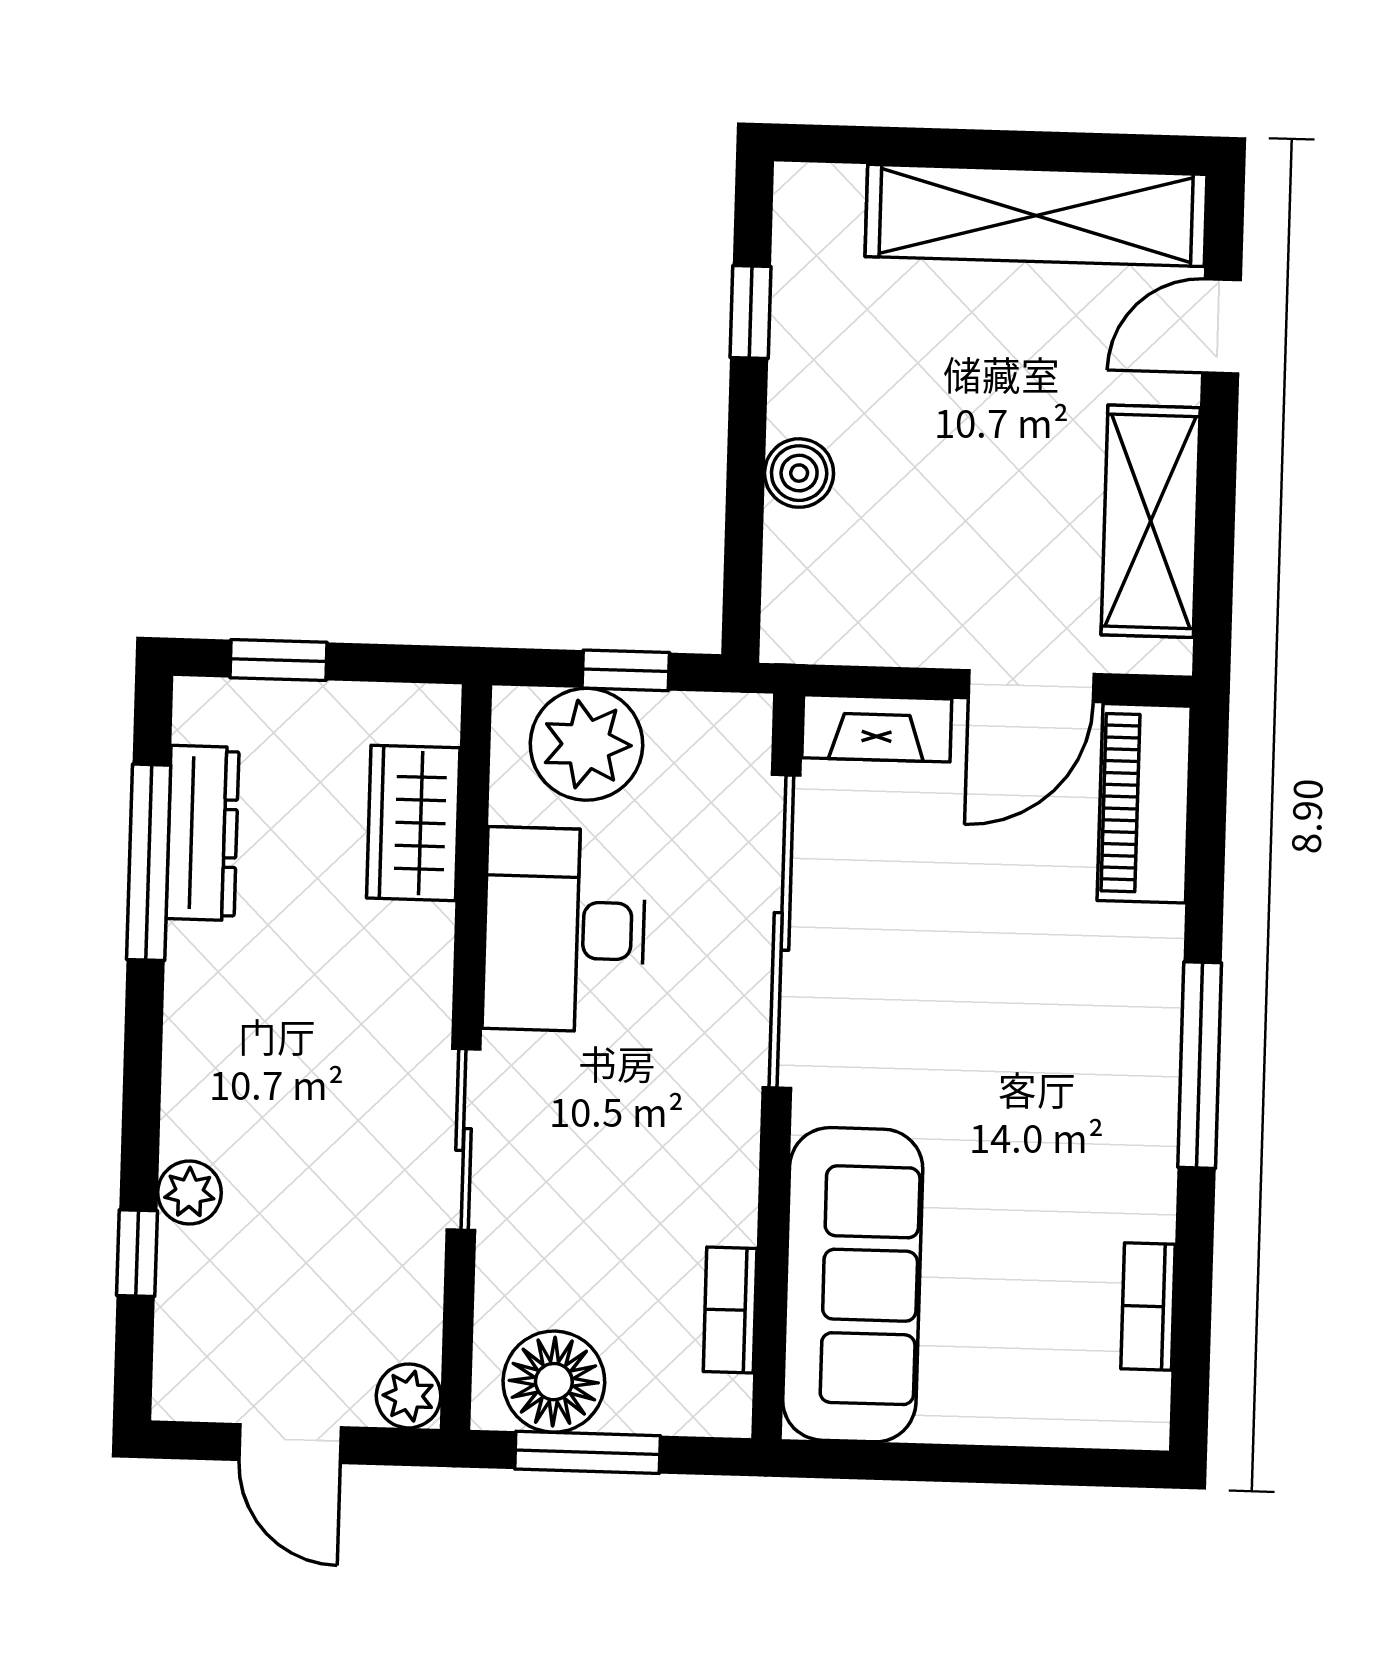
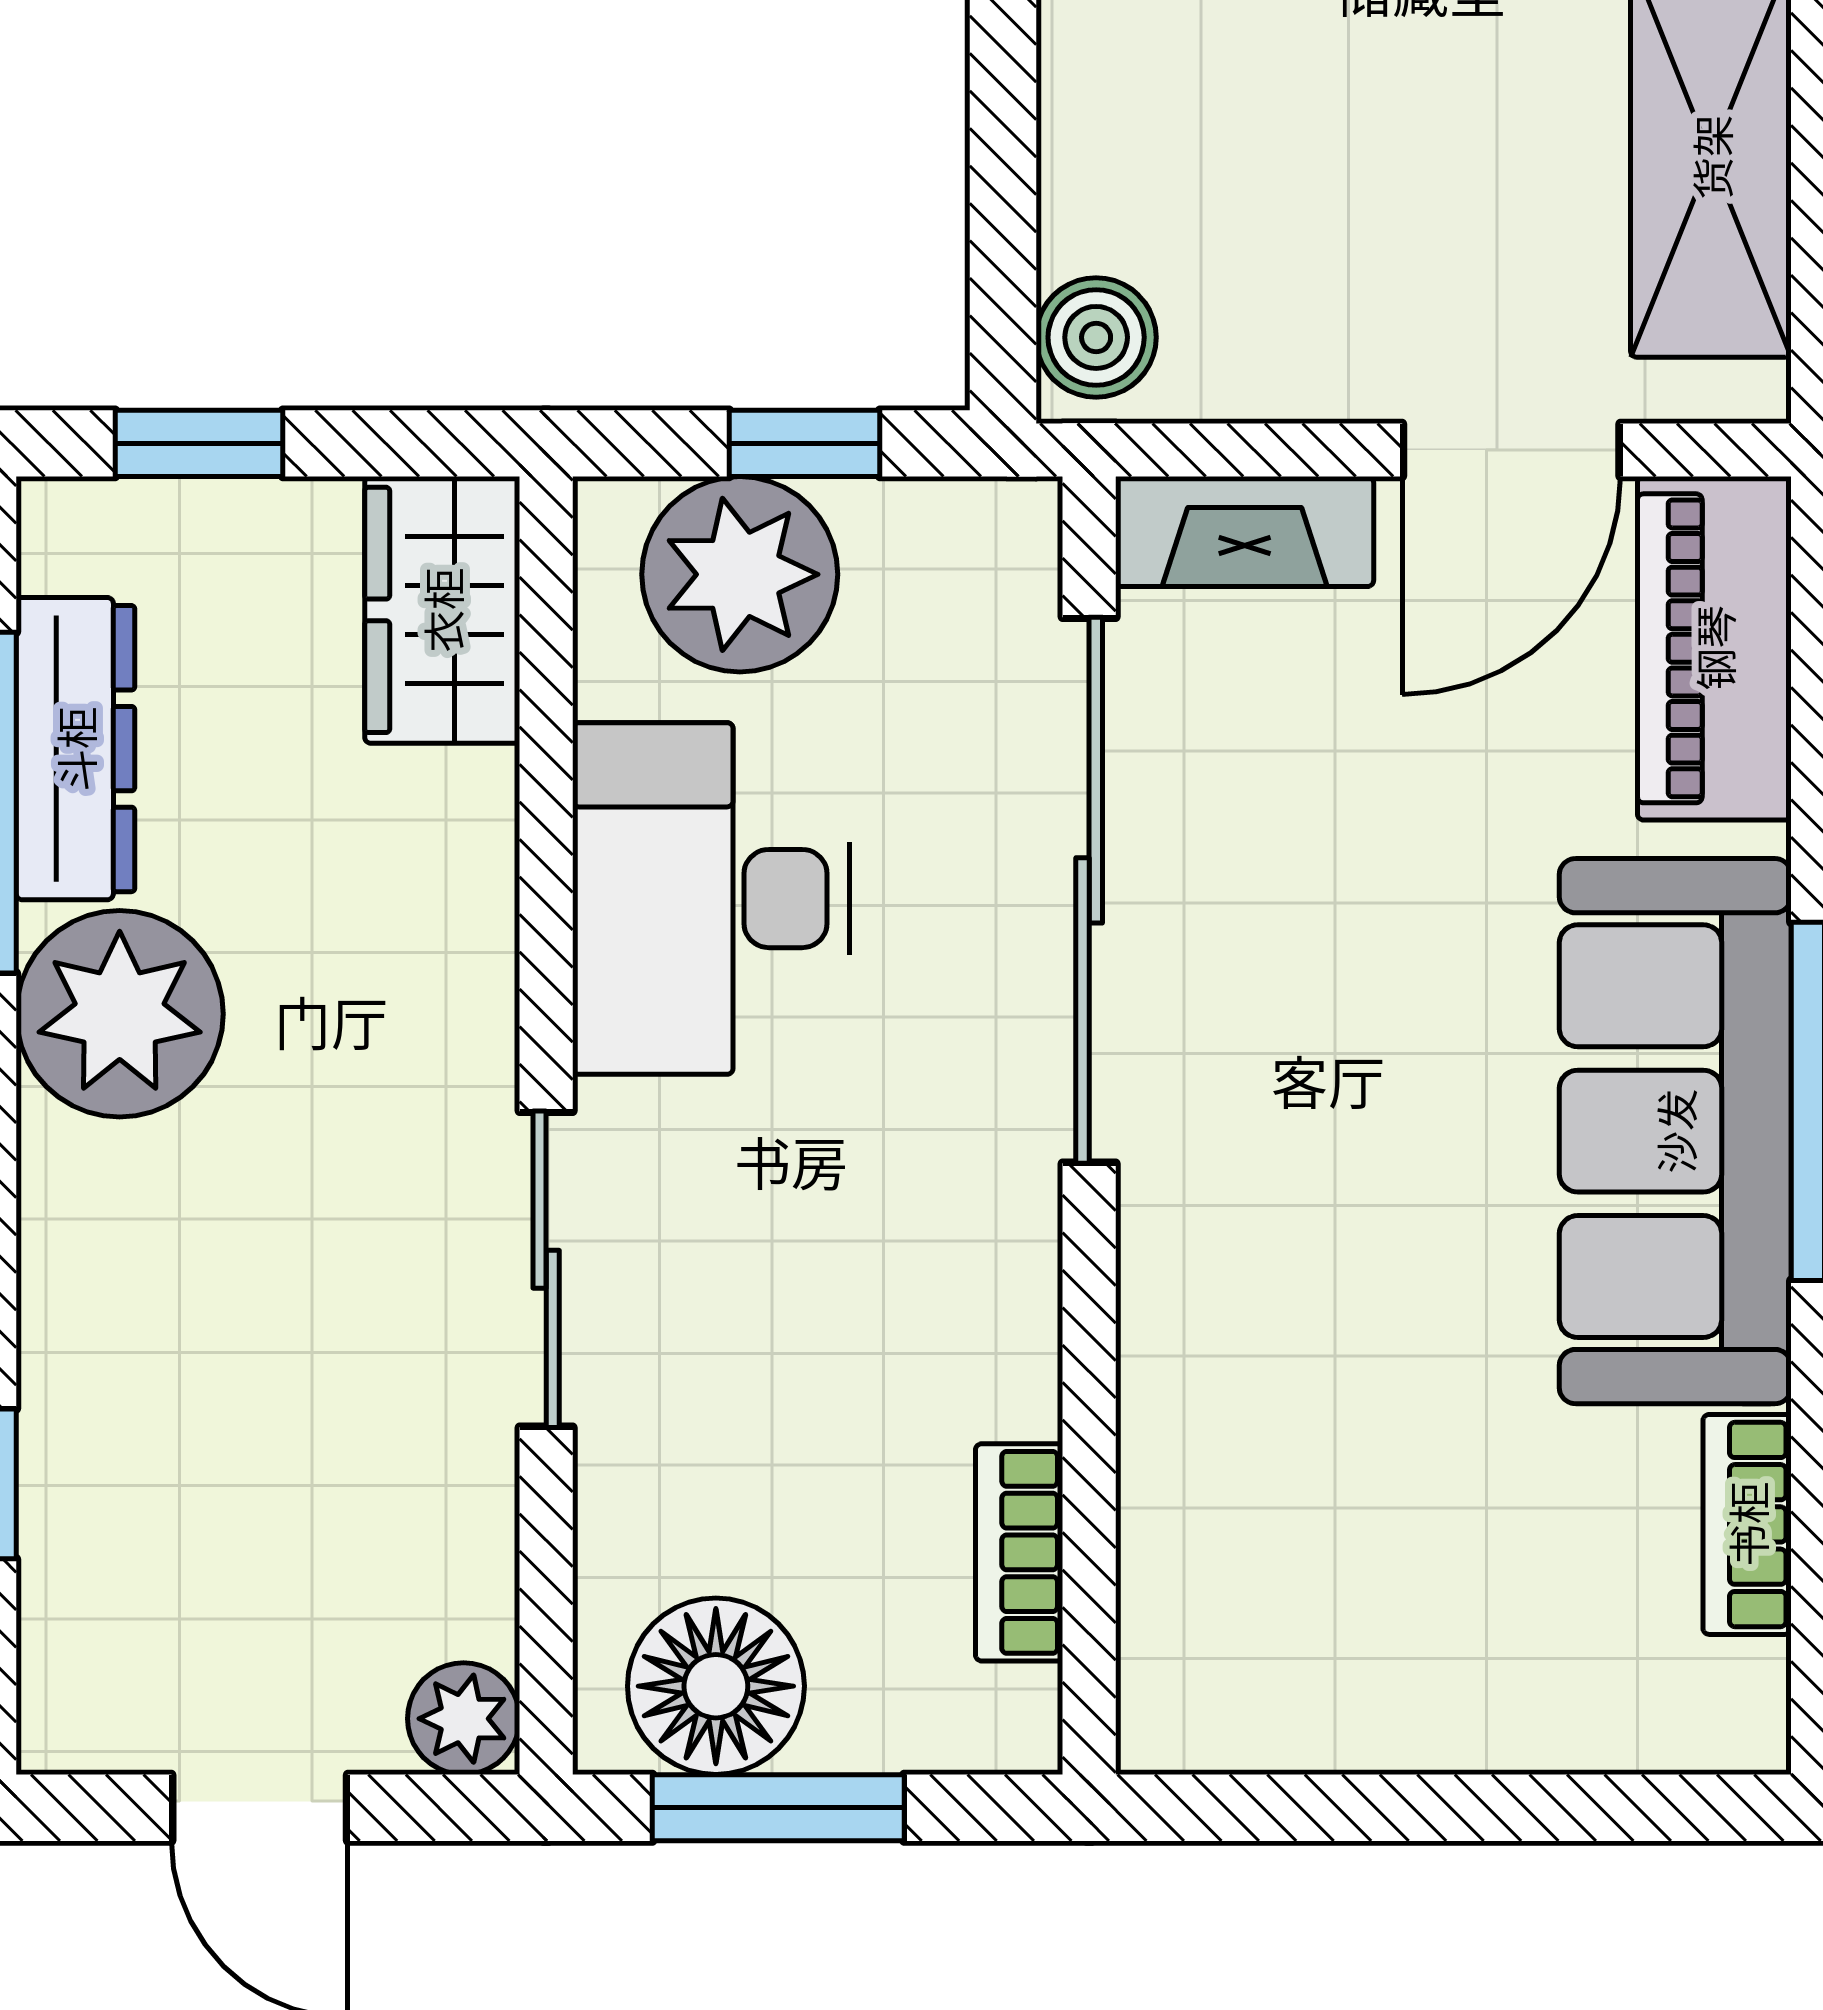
boiler: (799, 473) -> (1096, 337), moved
wardrobe: (413, 823) -> (442, 610), moved
plant: (189, 1193) -> (120, 1014), moved, width x1.88, depth x1.88
sofa: (853, 1285) -> (1675, 1131), moved, turned 180

